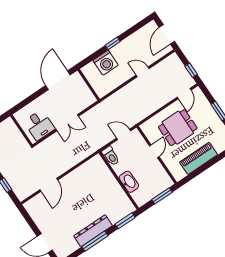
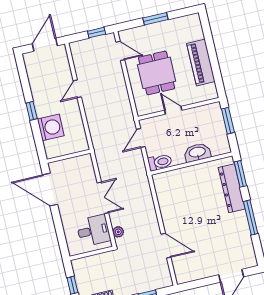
door: (167, 34) -> (45, 45), swing flipped
plant: (46, 144) -> (118, 232), added
dresser: (93, 231) -> (232, 188), moved

